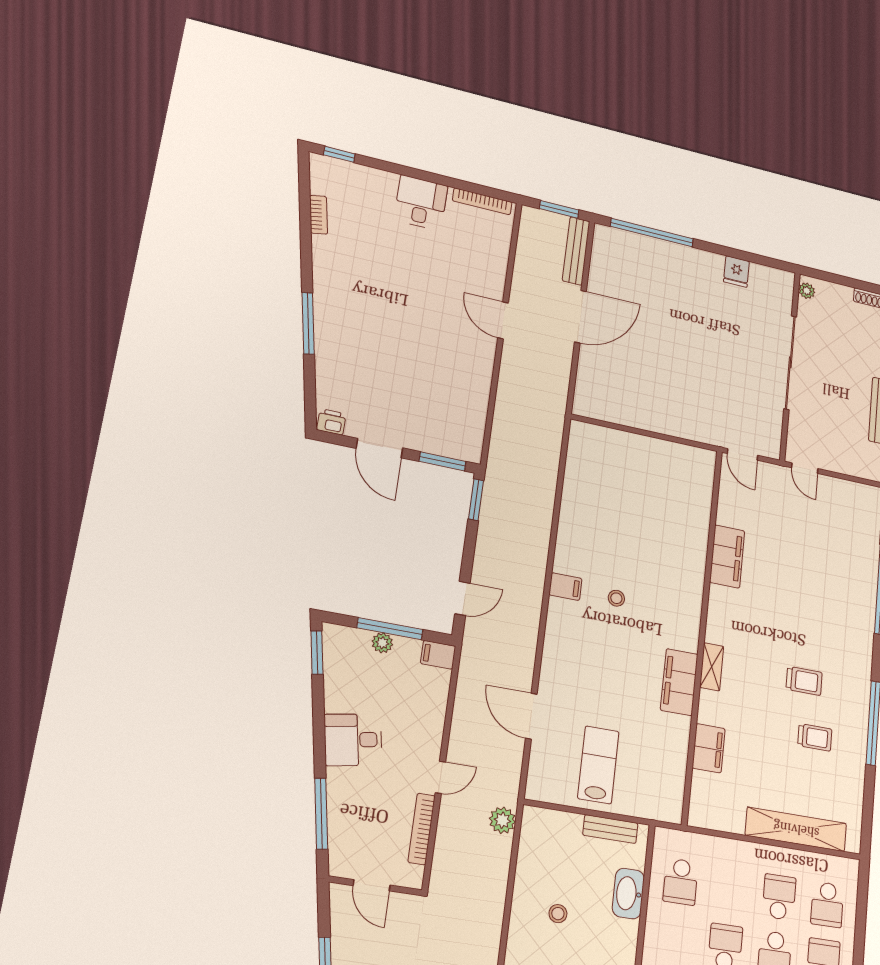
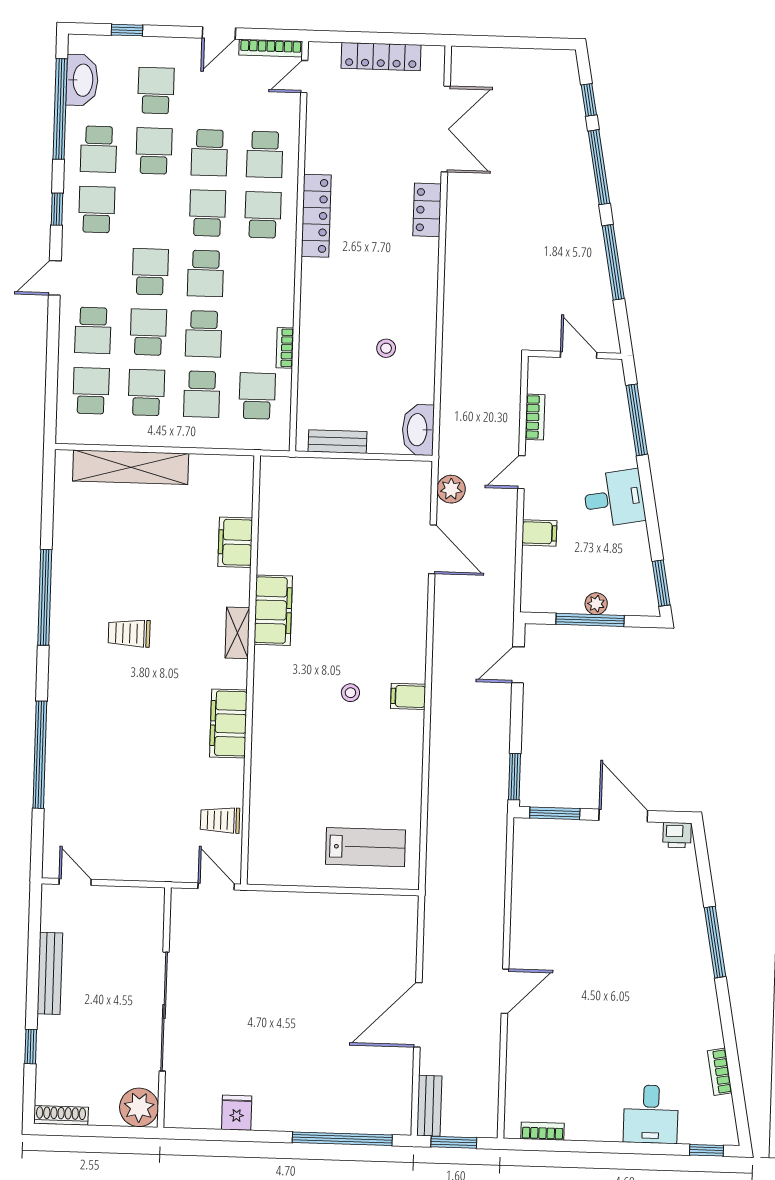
bookcase: (482, 201) -> (543, 1131), width x0.64
desk: (421, 203) -> (651, 1114), moved
bench: (576, 251) -> (429, 1106), width x0.73
plant: (807, 291) -> (139, 1107), width x1.88, depth x1.88
door: (503, 320) -> (505, 991), hinge flipped
door: (805, 468) -> (75, 882), moved
filing cabinet: (727, 556) -> (228, 723), moved
filing cabinet: (438, 655) -> (539, 533), moved
trolley: (815, 737) -> (220, 820), moved
lab bench: (598, 765) -> (366, 847), moved, turned -90
plant: (502, 820) -> (451, 489), moved
bookcase: (422, 829) -> (535, 417), width x0.64
school desk: (730, 889) -> (202, 394), added
washbasin: (628, 893) -> (418, 430), moved, turned 180
school desk: (779, 897) -> (146, 392), turned 180
bookcase: (652, 925) -> (285, 348), added

